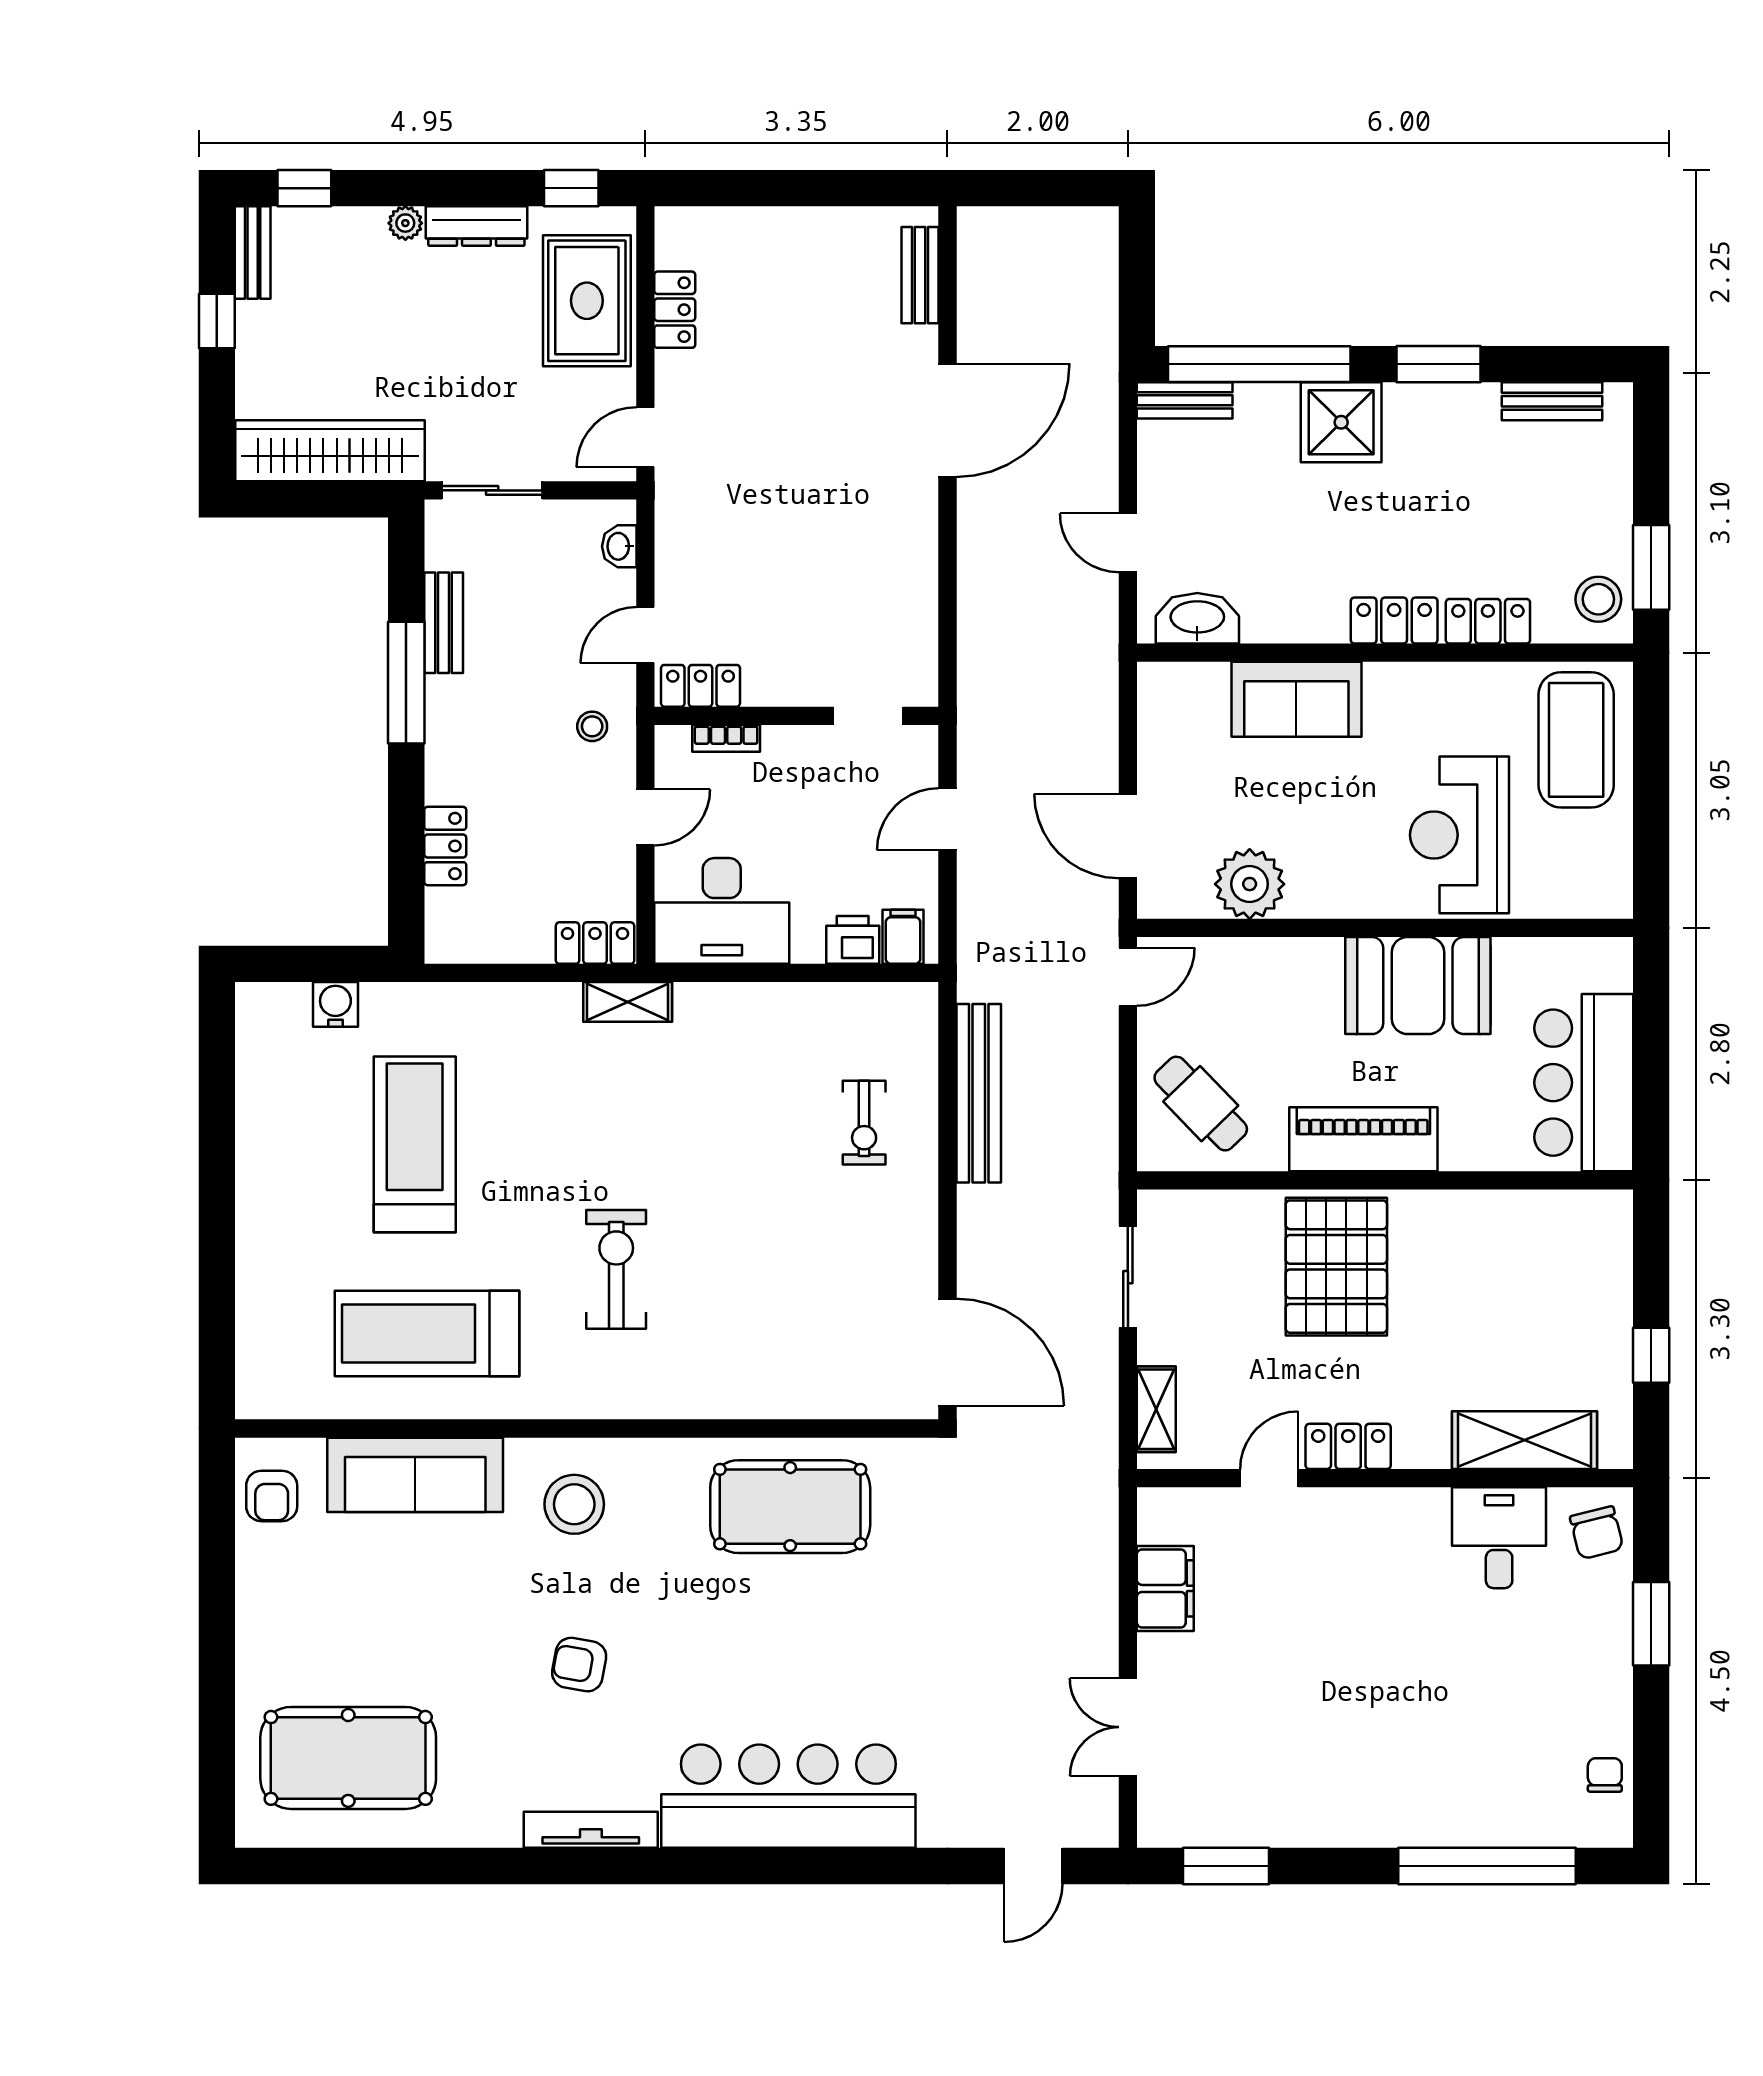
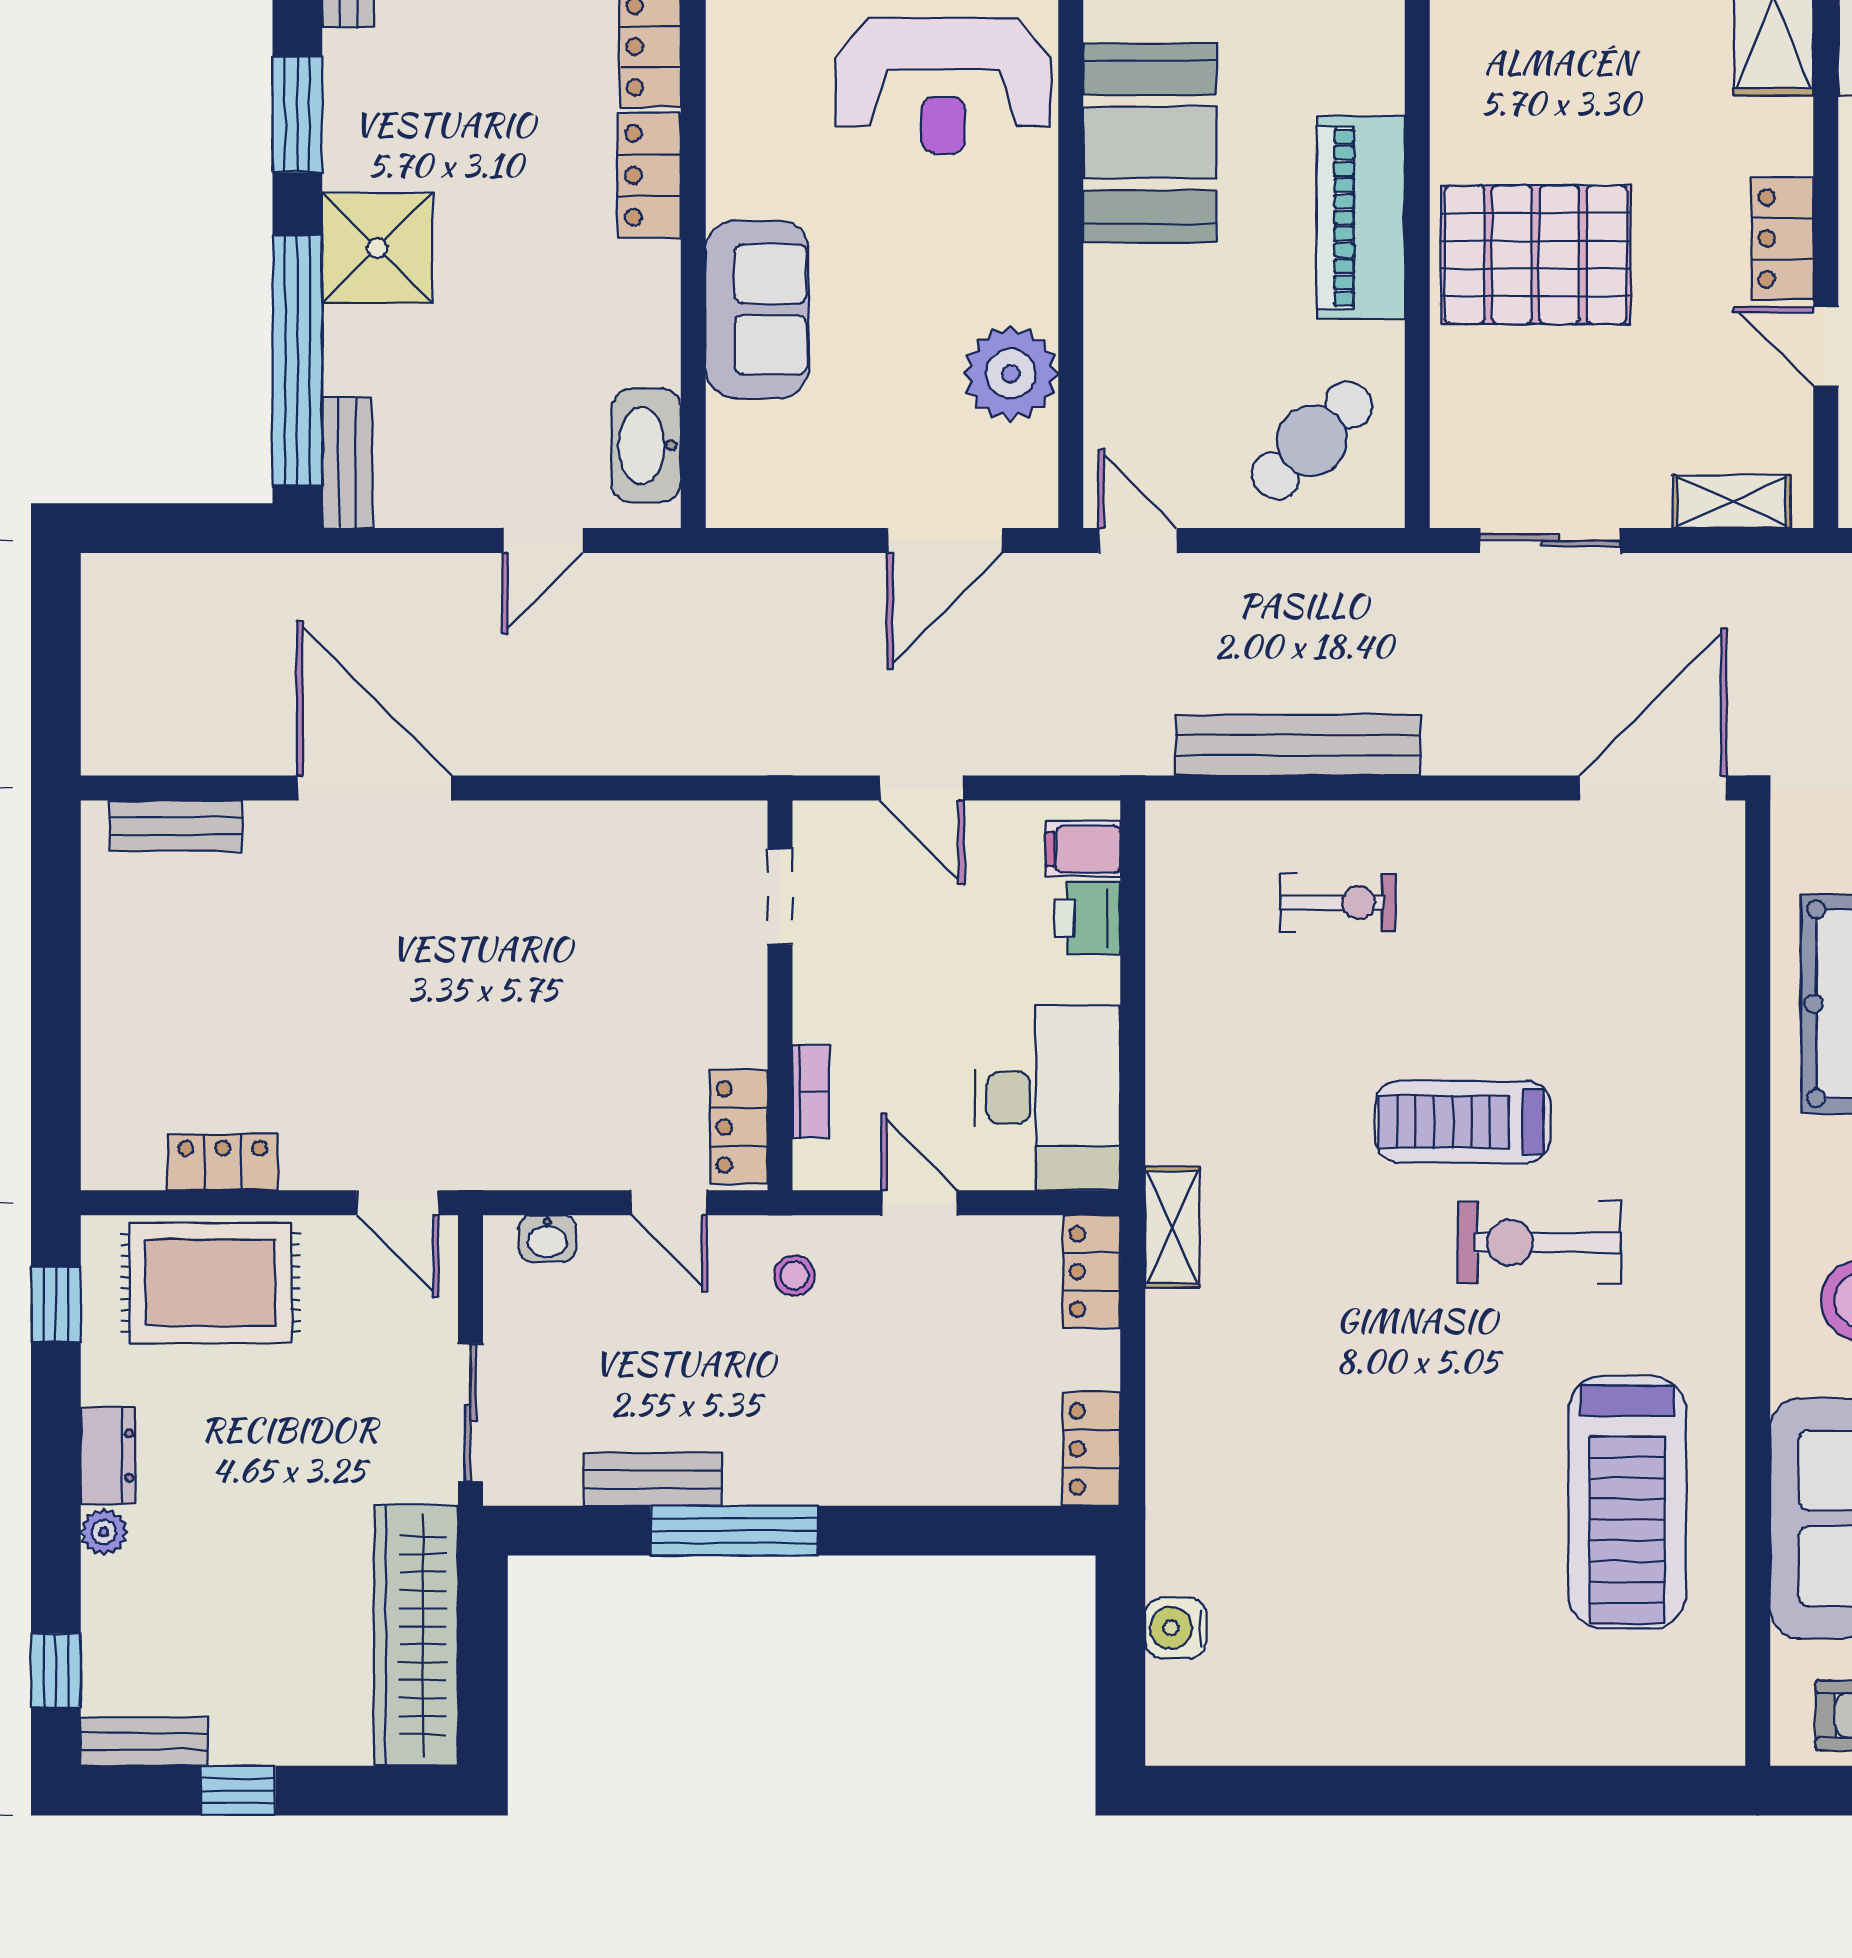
dresser: (476, 226) -> (108, 1455), width x0.70
locker: (445, 846) -> (1092, 1449), moved, turned -90
treadmill: (415, 1144) -> (1463, 1122), moved, width x0.73, depth x0.73

